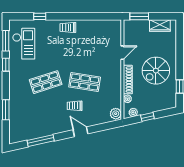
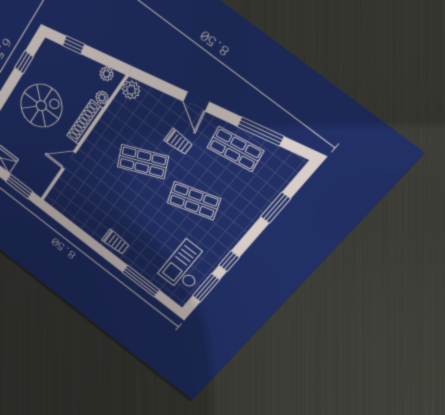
window: (40, 16) -> (141, 281), width x2.17
shop shelf: (85, 82) -> (143, 162), turned -33
window: (147, 117) -> (73, 45), moved
shop shelf: (46, 123) -> (235, 149), added

